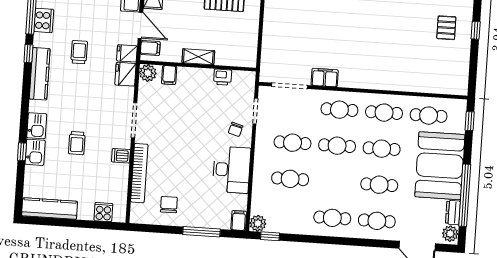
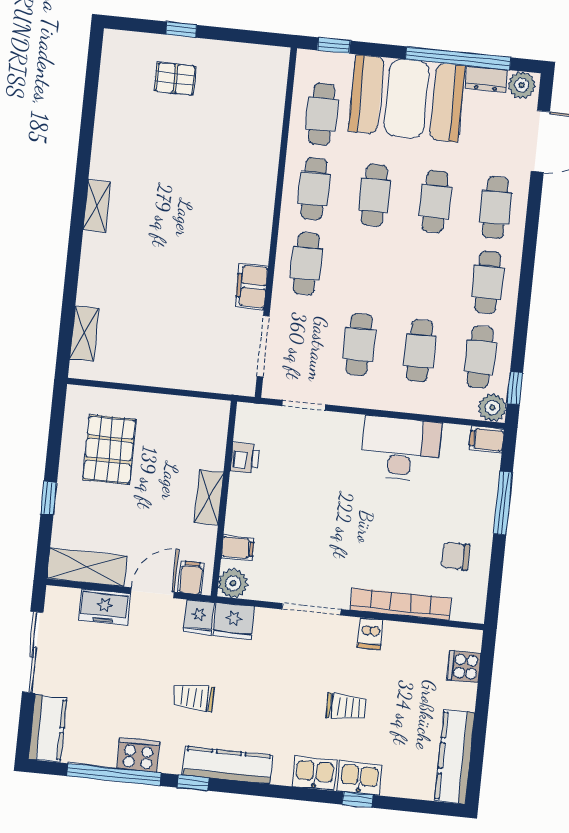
chair: (236, 129) -> (333, 439), removed
cafe table: (337, 146) -> (480, 357), moved

